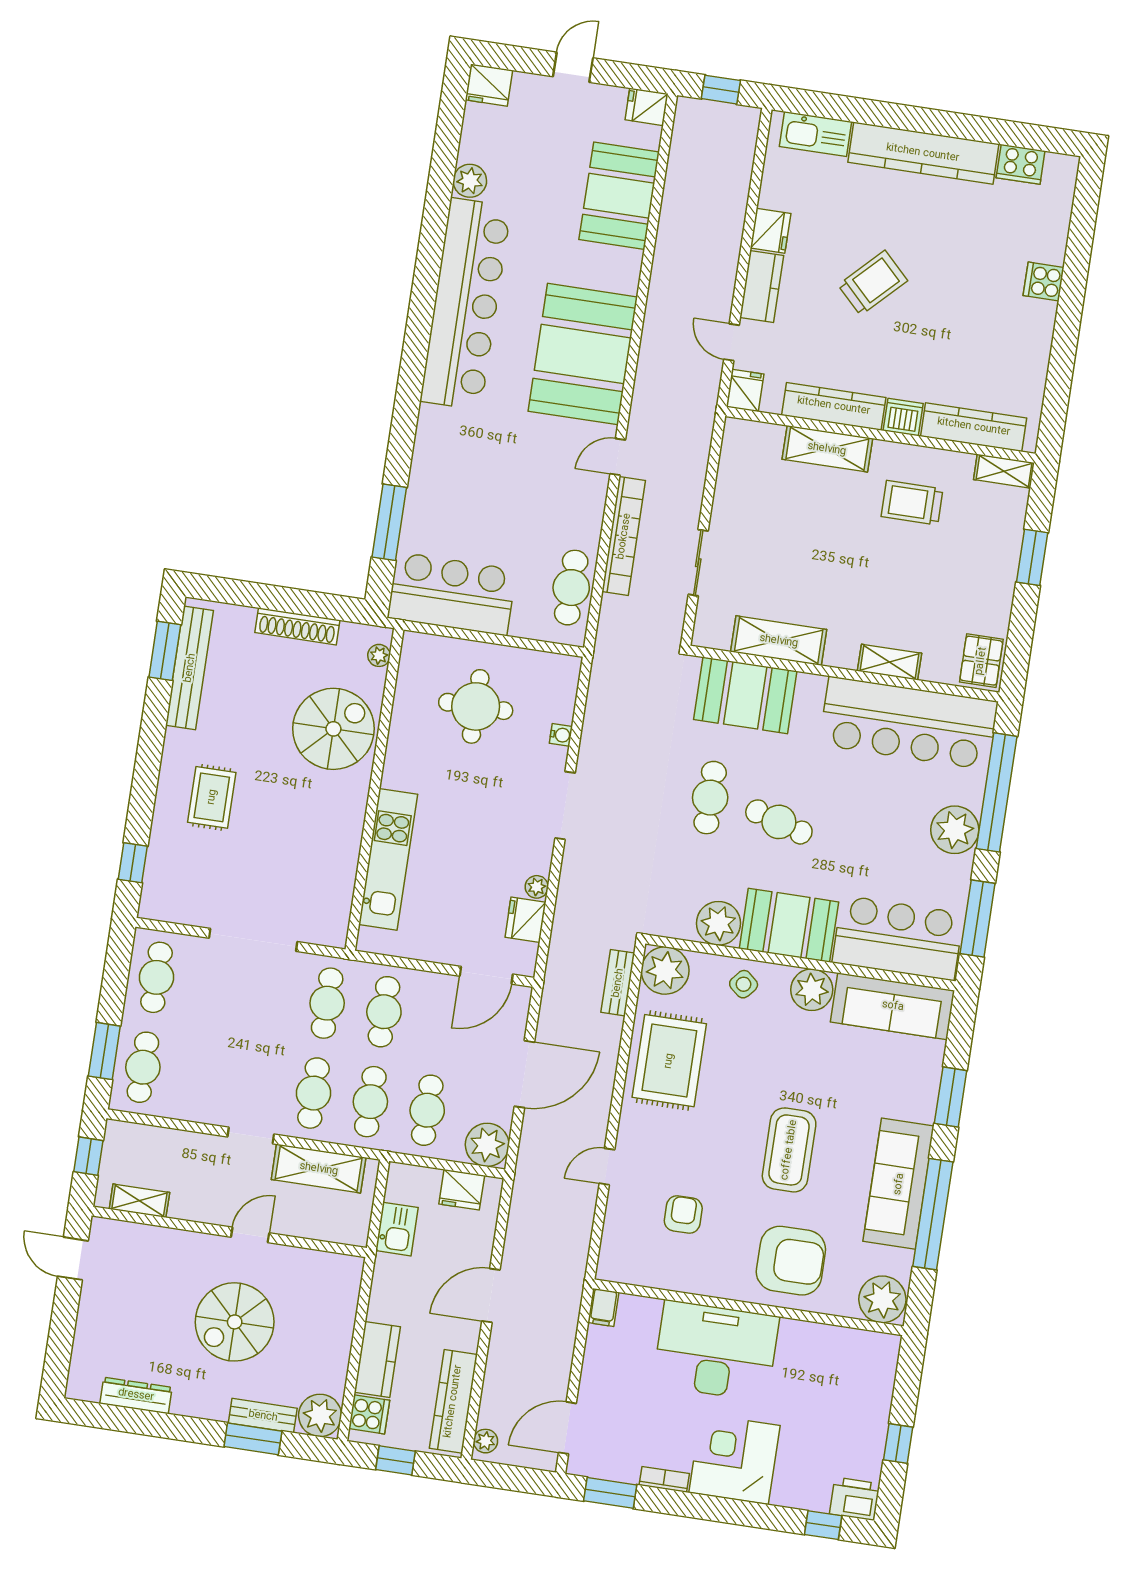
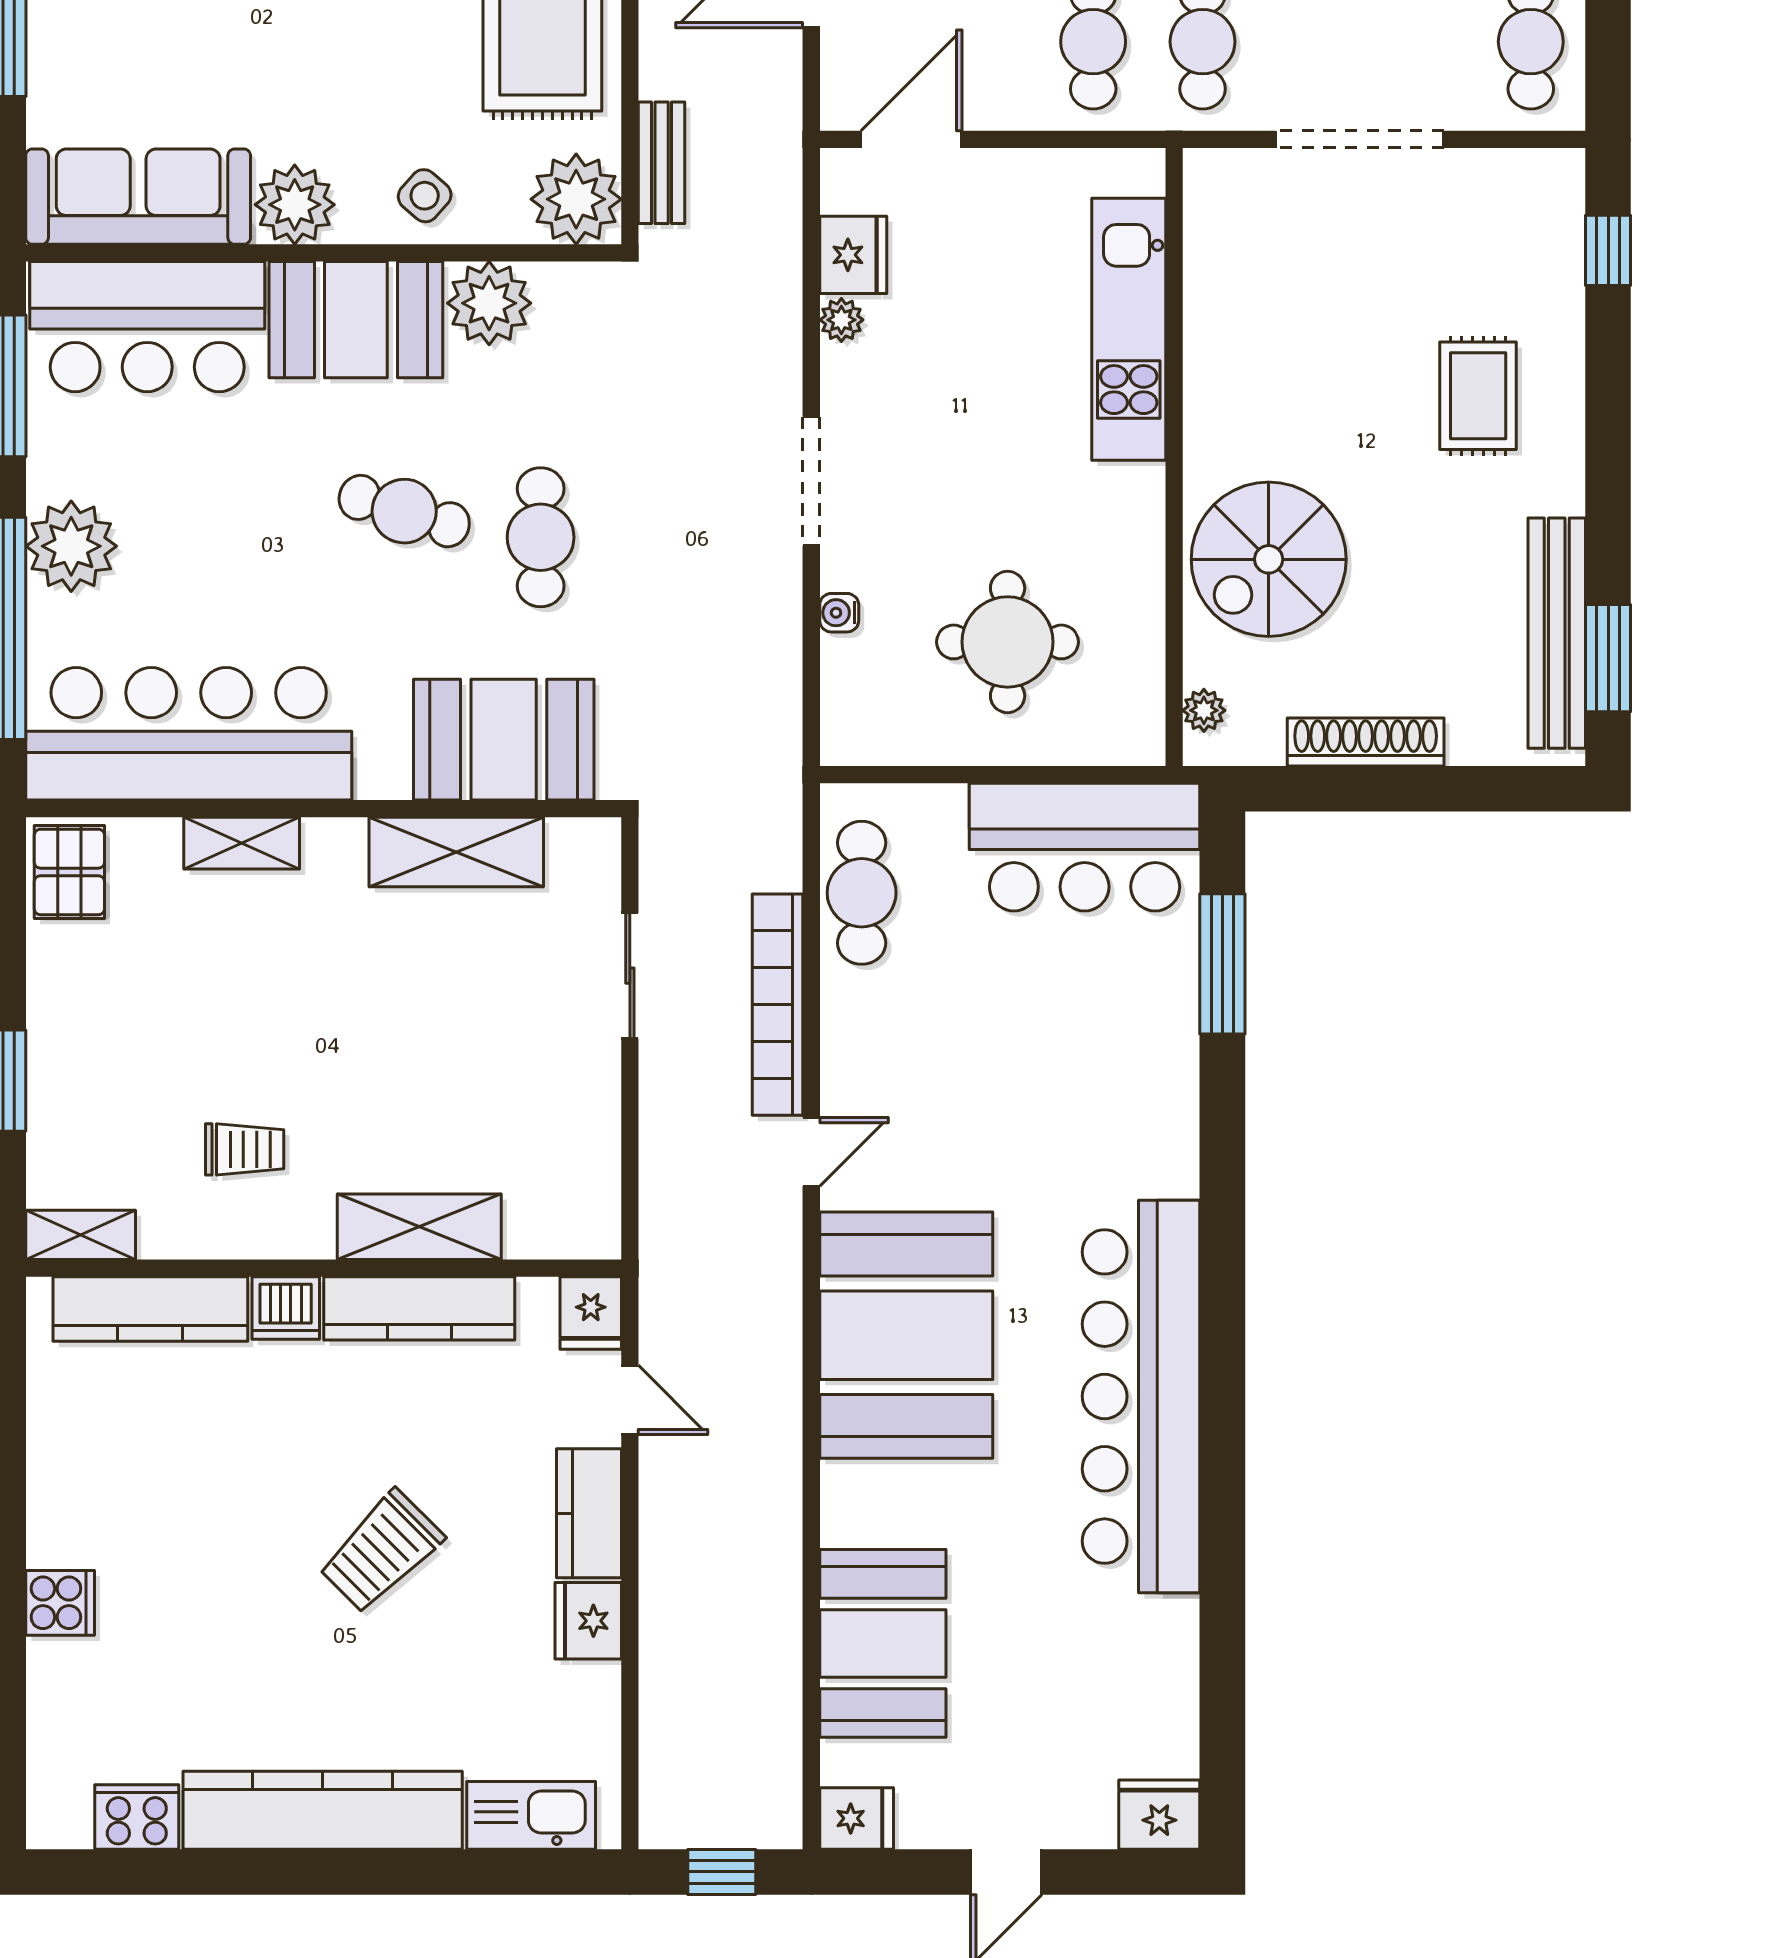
plant: (470, 181) -> (1168, 1629), removed
trolley: (912, 503) -> (245, 1149), width x0.73, depth x0.72

